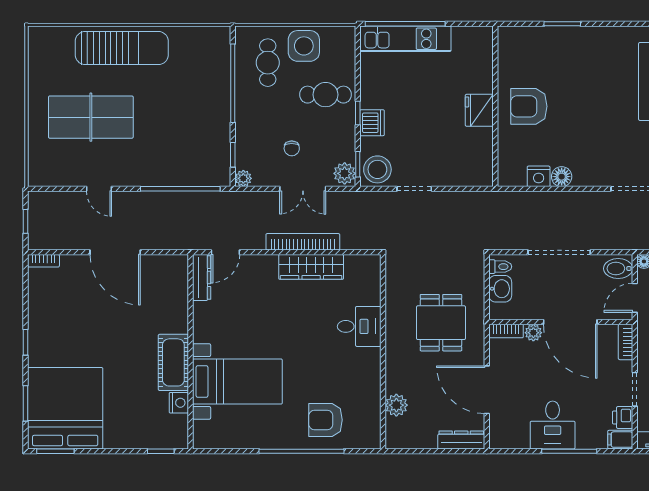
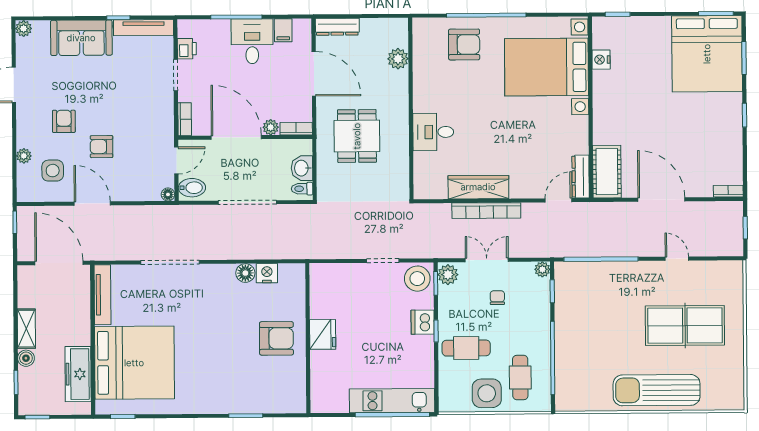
cot: (173, 362) -> (607, 172), moved
bed with nightstands: (237, 382) -> (546, 67), width x1.36
filing cabinet: (620, 440) -> (283, 30), moved, turned 90

